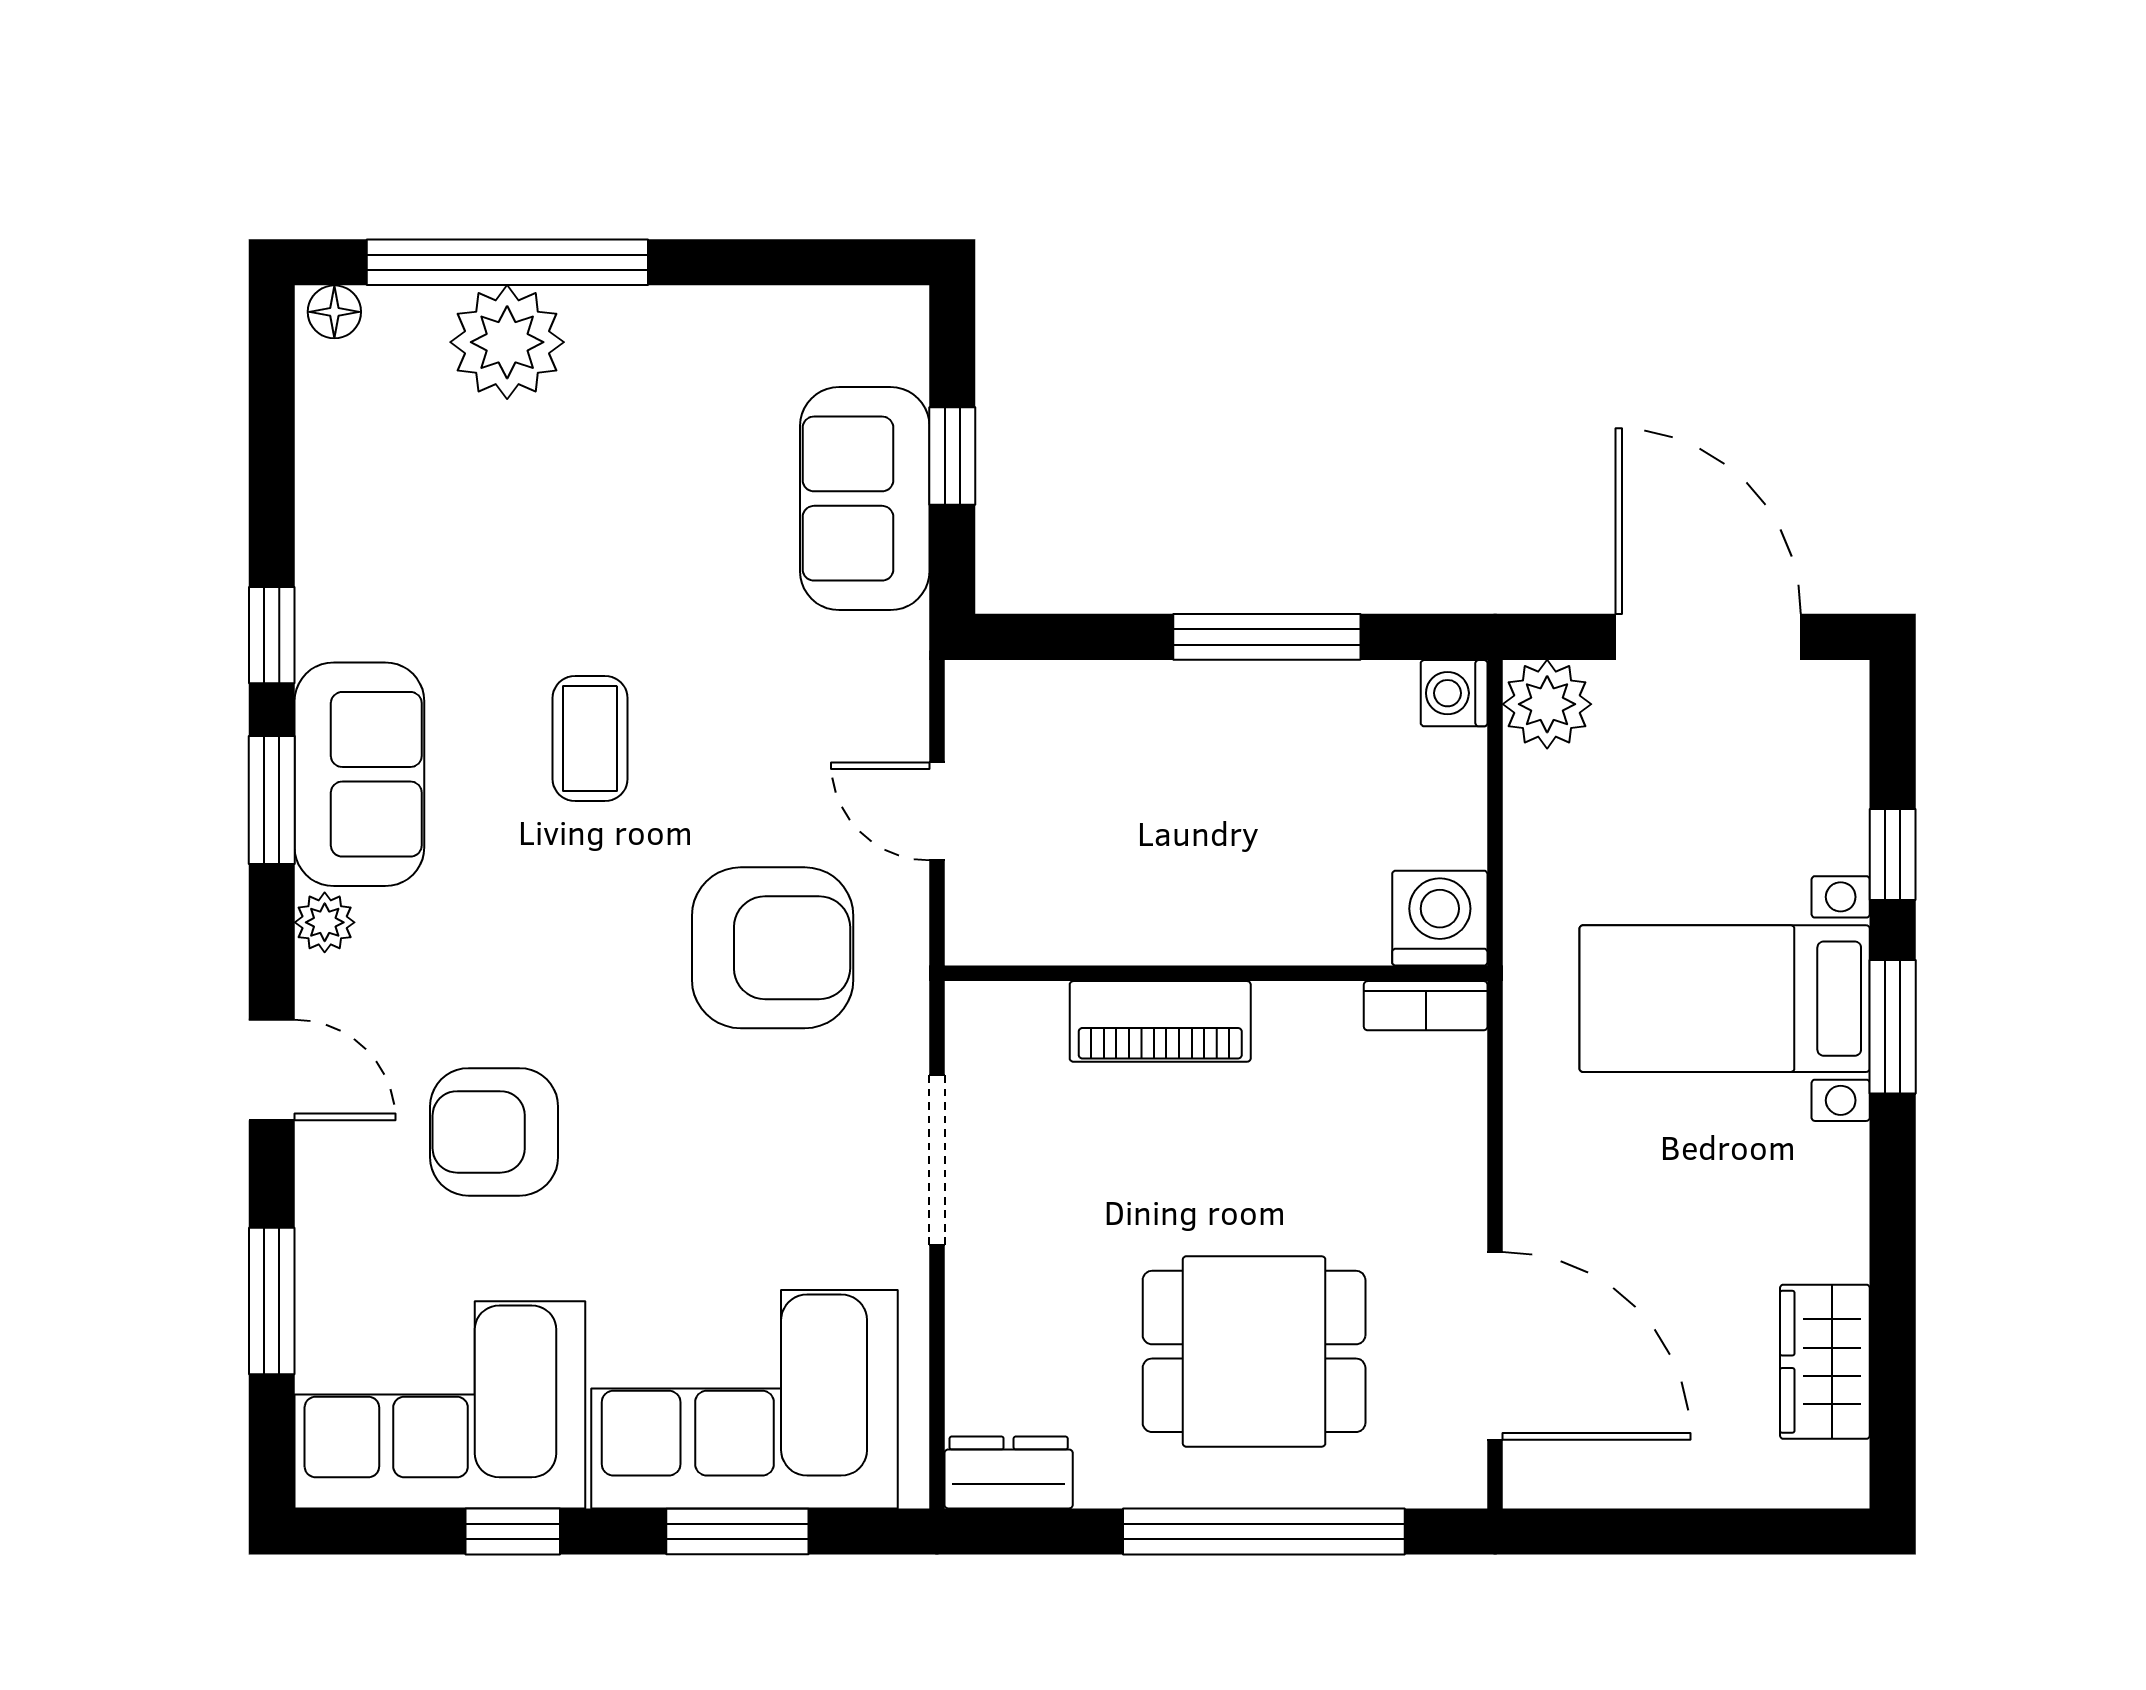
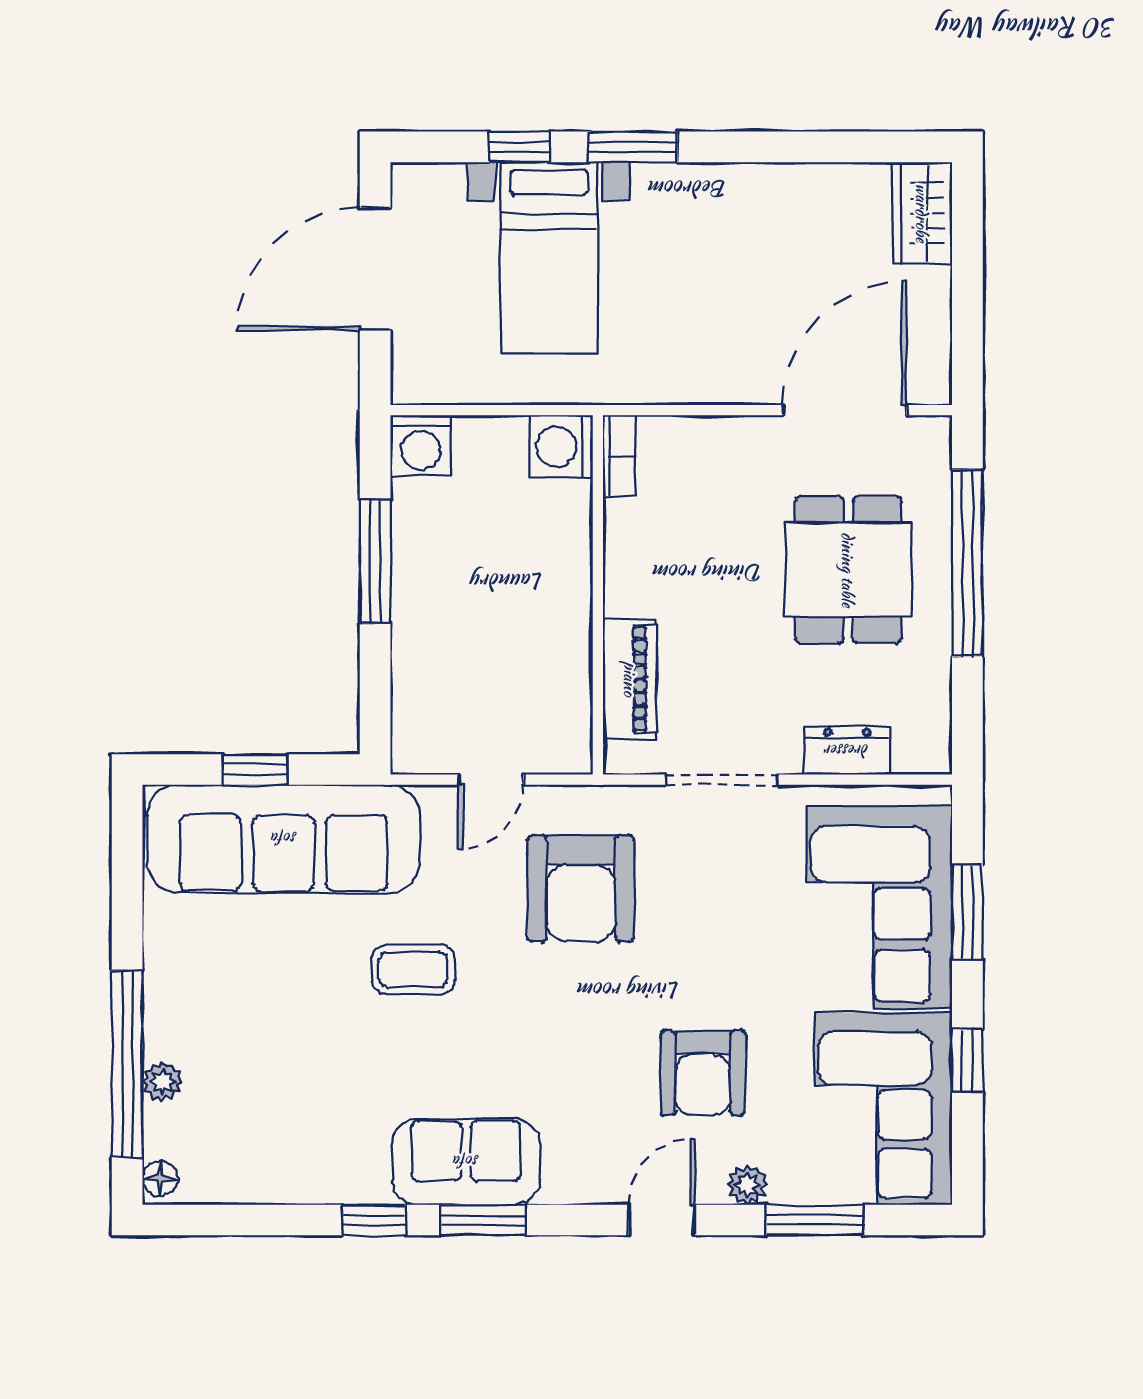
plant: (507, 342) -> (162, 1082), width x0.53, depth x0.53
sofa: (865, 499) -> (284, 839), width x1.85, depth x1.27
washing machine: (1454, 693) -> (421, 446), width x1.38, depth x1.38
plant: (1547, 704) -> (420, 376), removed
coffee table: (590, 738) -> (413, 969), moved
plant: (325, 922) -> (747, 1185), moved
armchair: (773, 948) -> (581, 888), turned 180
bed with nightstands: (1725, 999) -> (549, 258), moved
piano: (1160, 1021) -> (630, 679), moved
wardrobe: (1825, 1362) -> (922, 213), moved, turned 90
dresser: (1009, 1472) -> (847, 751), moved, turned 90

